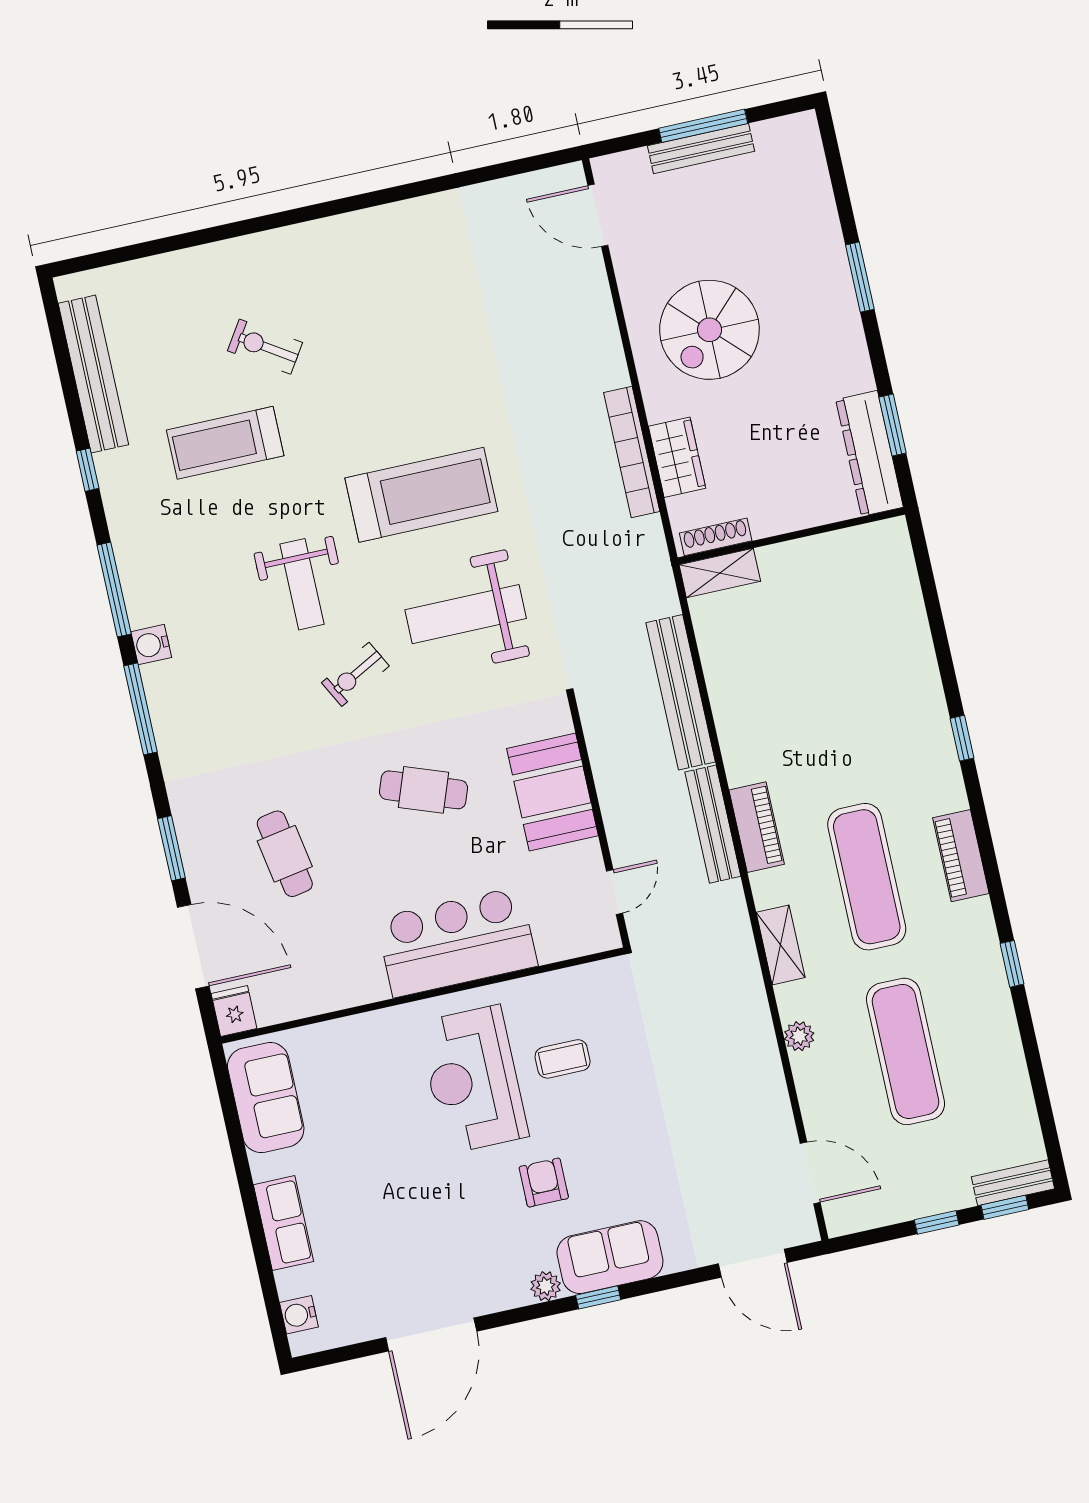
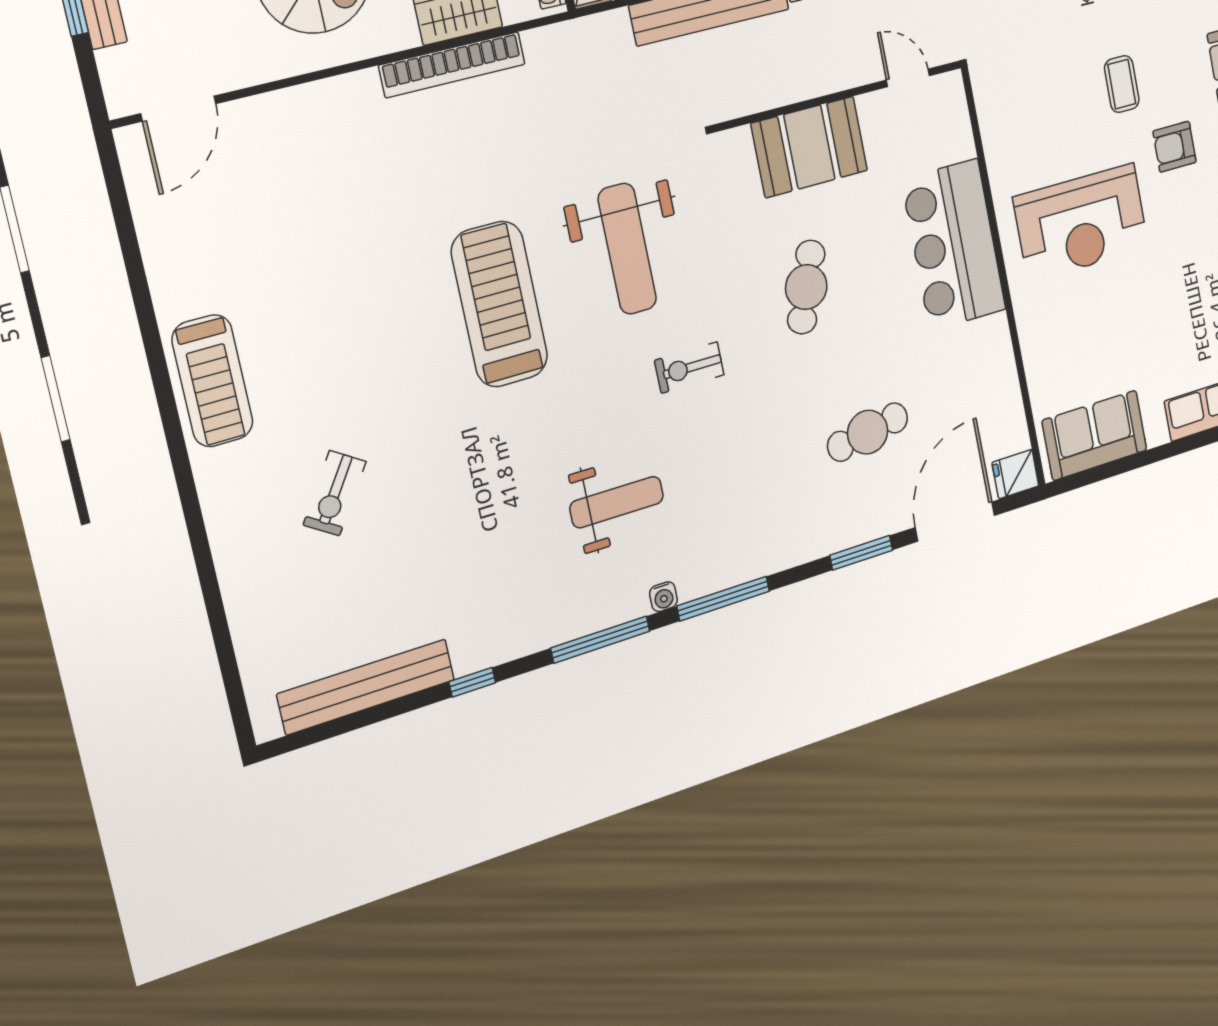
treadmill: (225, 443) -> (212, 381), moved
weight bench: (302, 584) -> (617, 502), moved
water cooler: (151, 645) -> (663, 597), width x0.72, depth x0.72
exercise bike: (355, 674) -> (689, 368), turned 118
coffee table: (563, 1059) -> (1122, 84), moved

